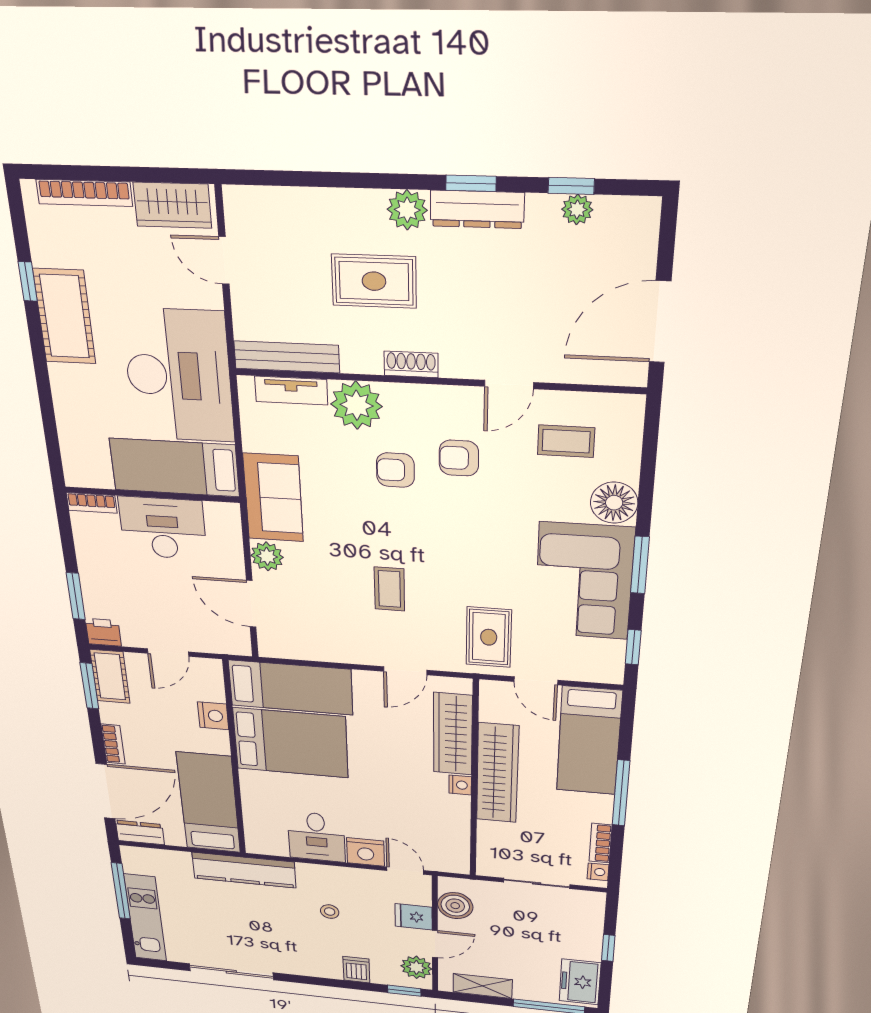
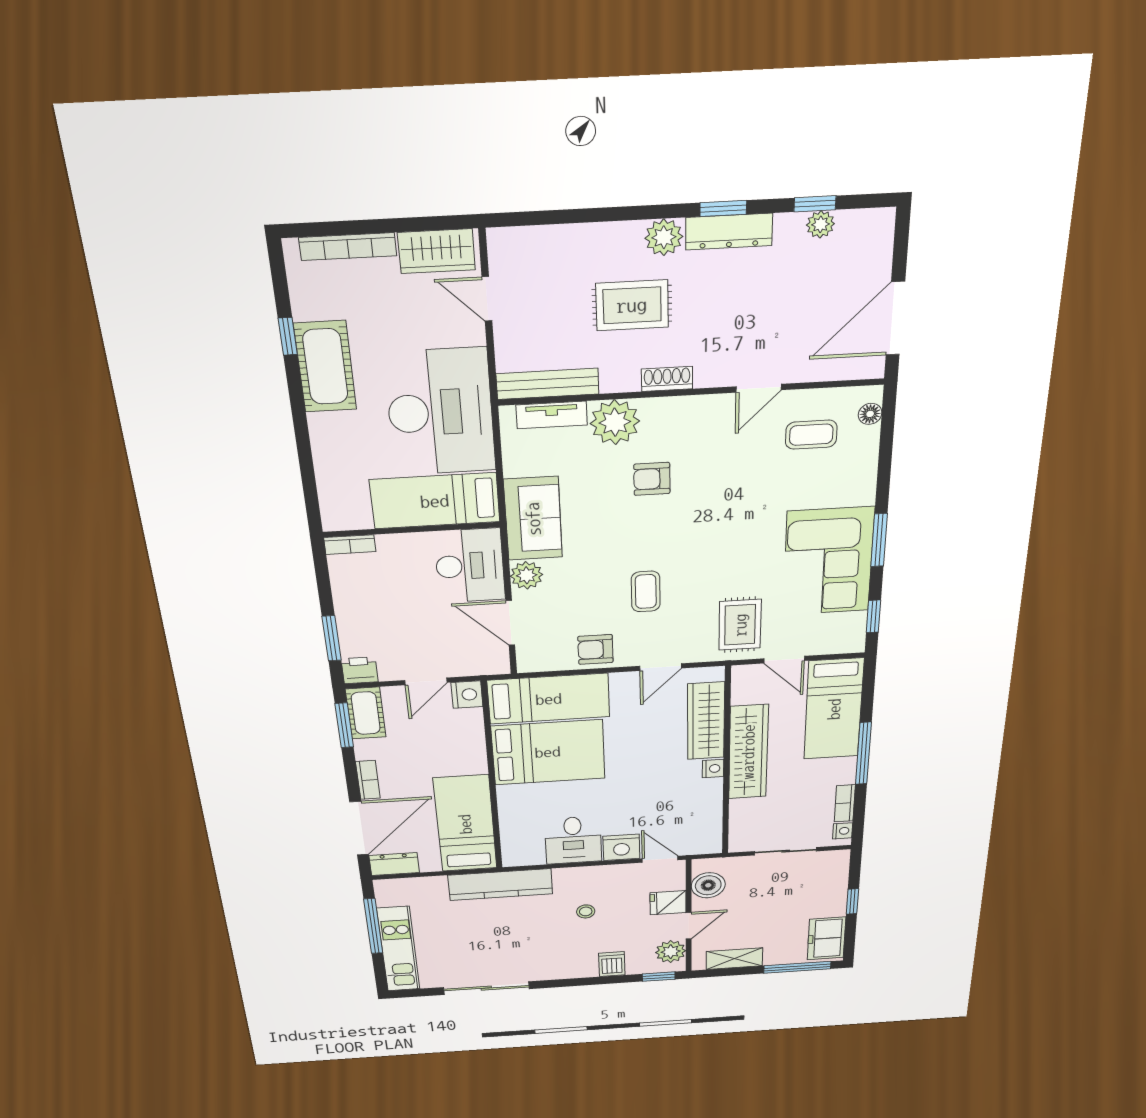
armchair: (459, 458) -> (595, 649), moved
floor lamp: (614, 503) -> (870, 414), moved, width x0.53, depth x0.53
desk: (163, 528) -> (470, 566), moved, turned 90
nightstand: (213, 716) -> (467, 695), moved

